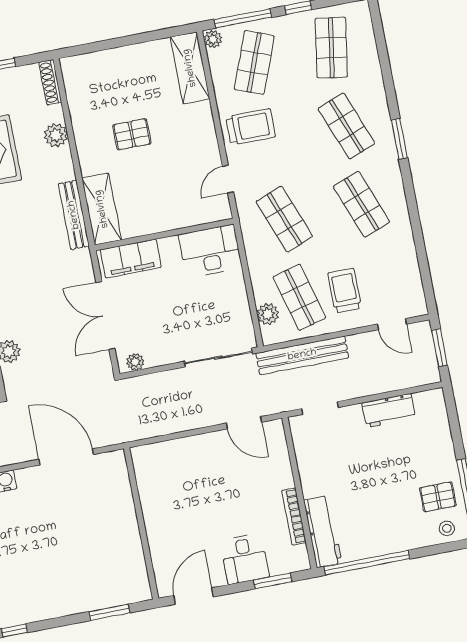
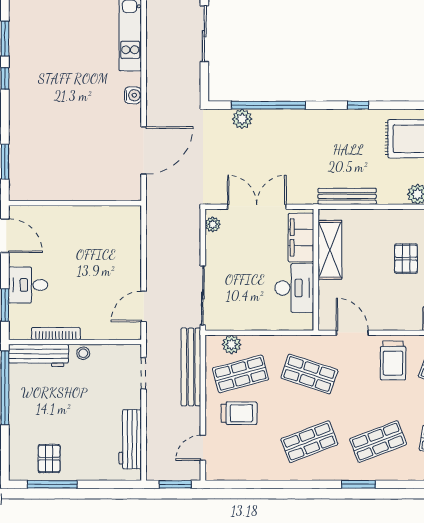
door: (228, 179) -> (352, 333), width x1.38
shelving: (102, 209) -> (330, 250), moved, turned 90
shop shelf: (284, 219) -> (309, 374), turned 39
desk: (210, 251) -> (294, 288), moved
workbench: (389, 411) -> (130, 439), width x1.38
stool: (447, 528) -> (83, 353), moved

